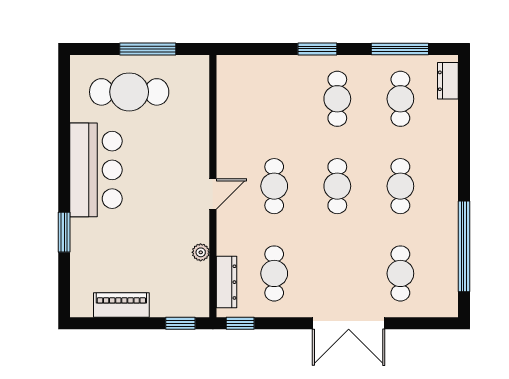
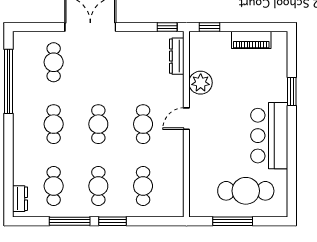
window: (400, 49) -> (70, 221), moved
plant: (201, 252) -> (201, 83), width x1.88, depth x1.88
cafe table: (274, 273) -> (143, 186), moved

